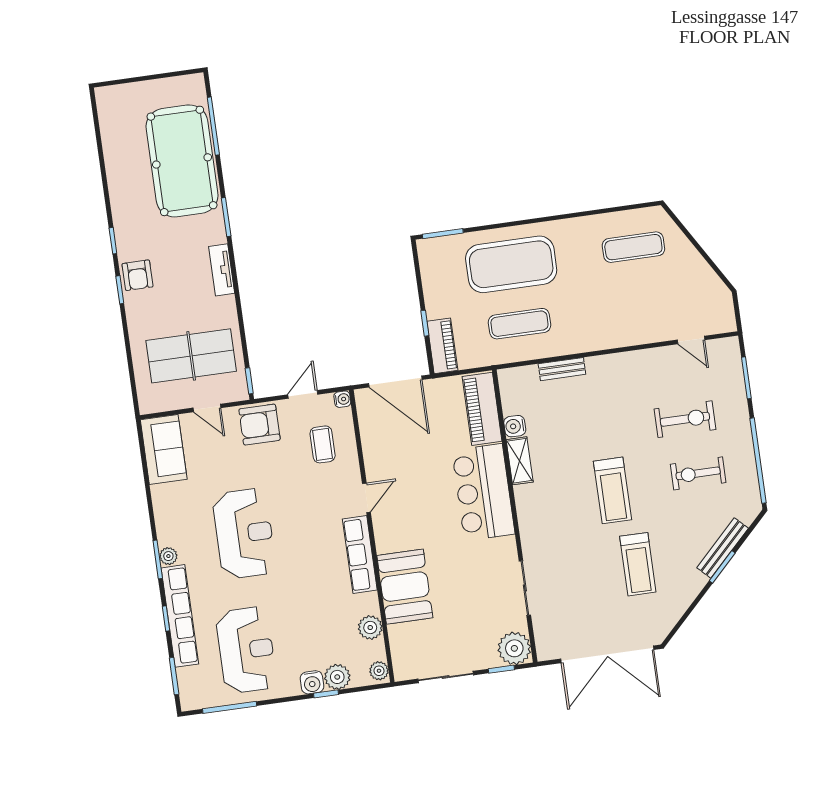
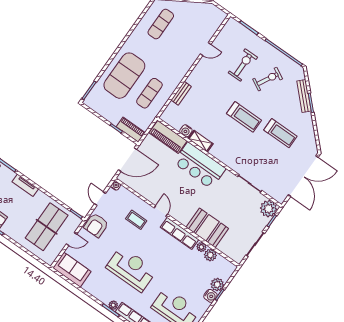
door: (691, 340) -> (206, 49), moved
coffee table: (323, 444) -> (136, 220), moved
exercise bike: (698, 473) -> (268, 79), turned -152
plant: (379, 671) -> (201, 247), moved

